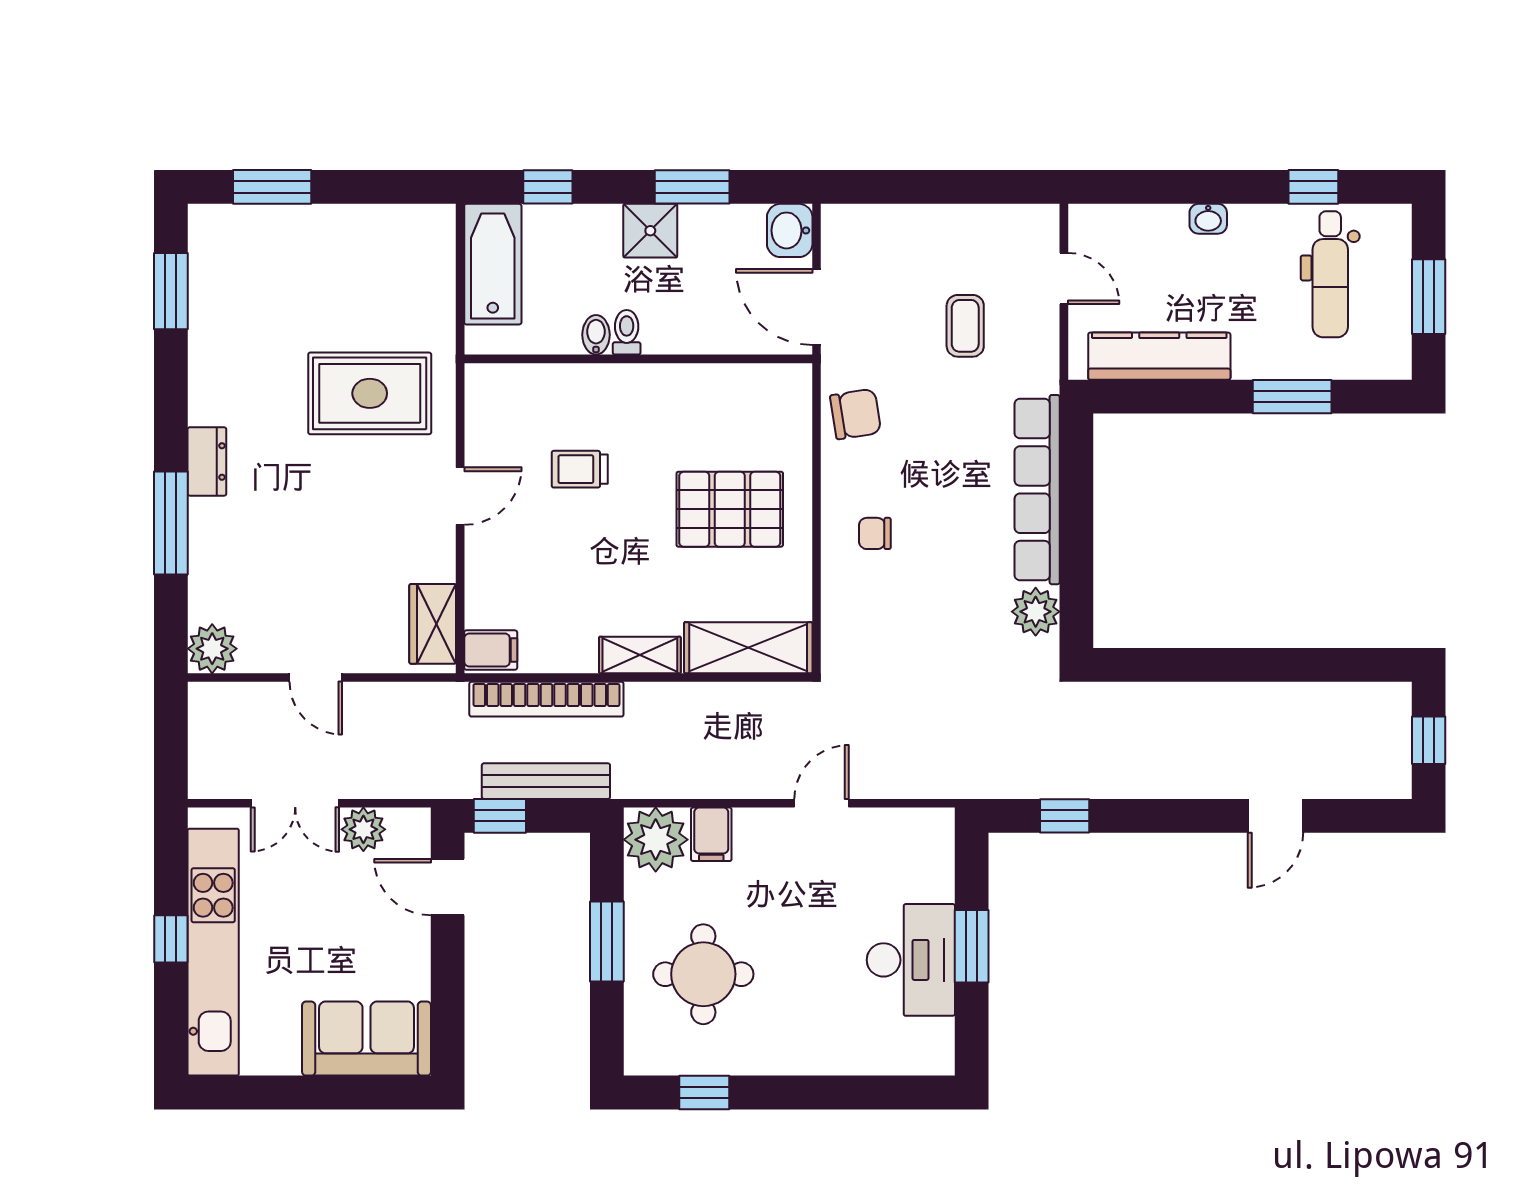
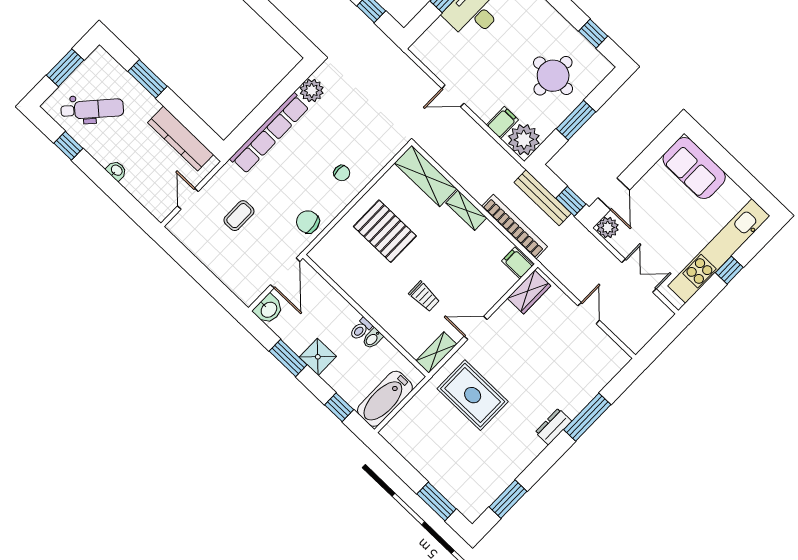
dental chair: (1330, 274) -> (92, 109), turned 42
shelving: (483, 404) -> (436, 353), added
plant: (212, 649) -> (616, 359), removed
plant: (363, 829) -> (608, 228), moved

